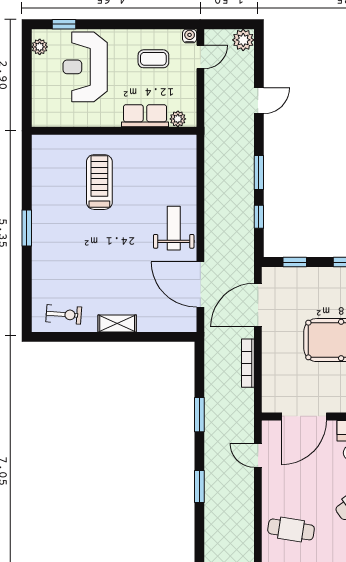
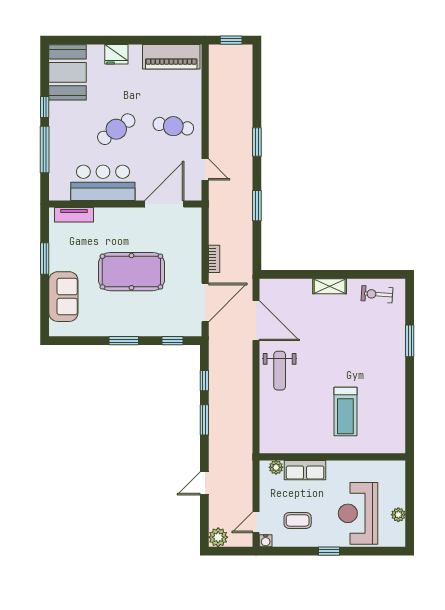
window: (64, 24) -> (329, 551), moved
plant: (40, 47) -> (398, 515), moved
reception desk: (85, 67) -> (358, 513), turned 180
window: (27, 228) -> (410, 341), moved
bookcase: (248, 363) -> (214, 259), width x0.64
cafe table: (291, 529) -> (173, 126), moved

